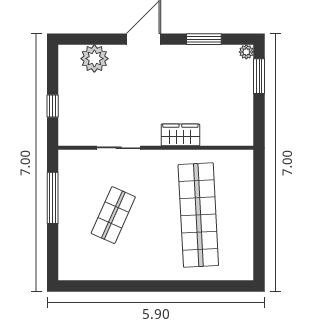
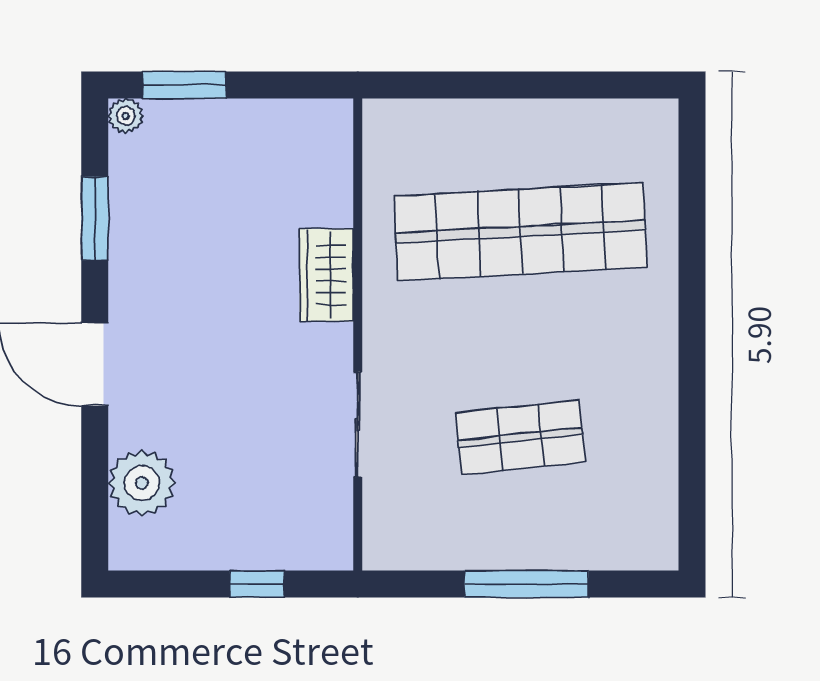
window: (53, 198) -> (526, 584), moved
shop shelf: (113, 215) -> (520, 437), turned -30

